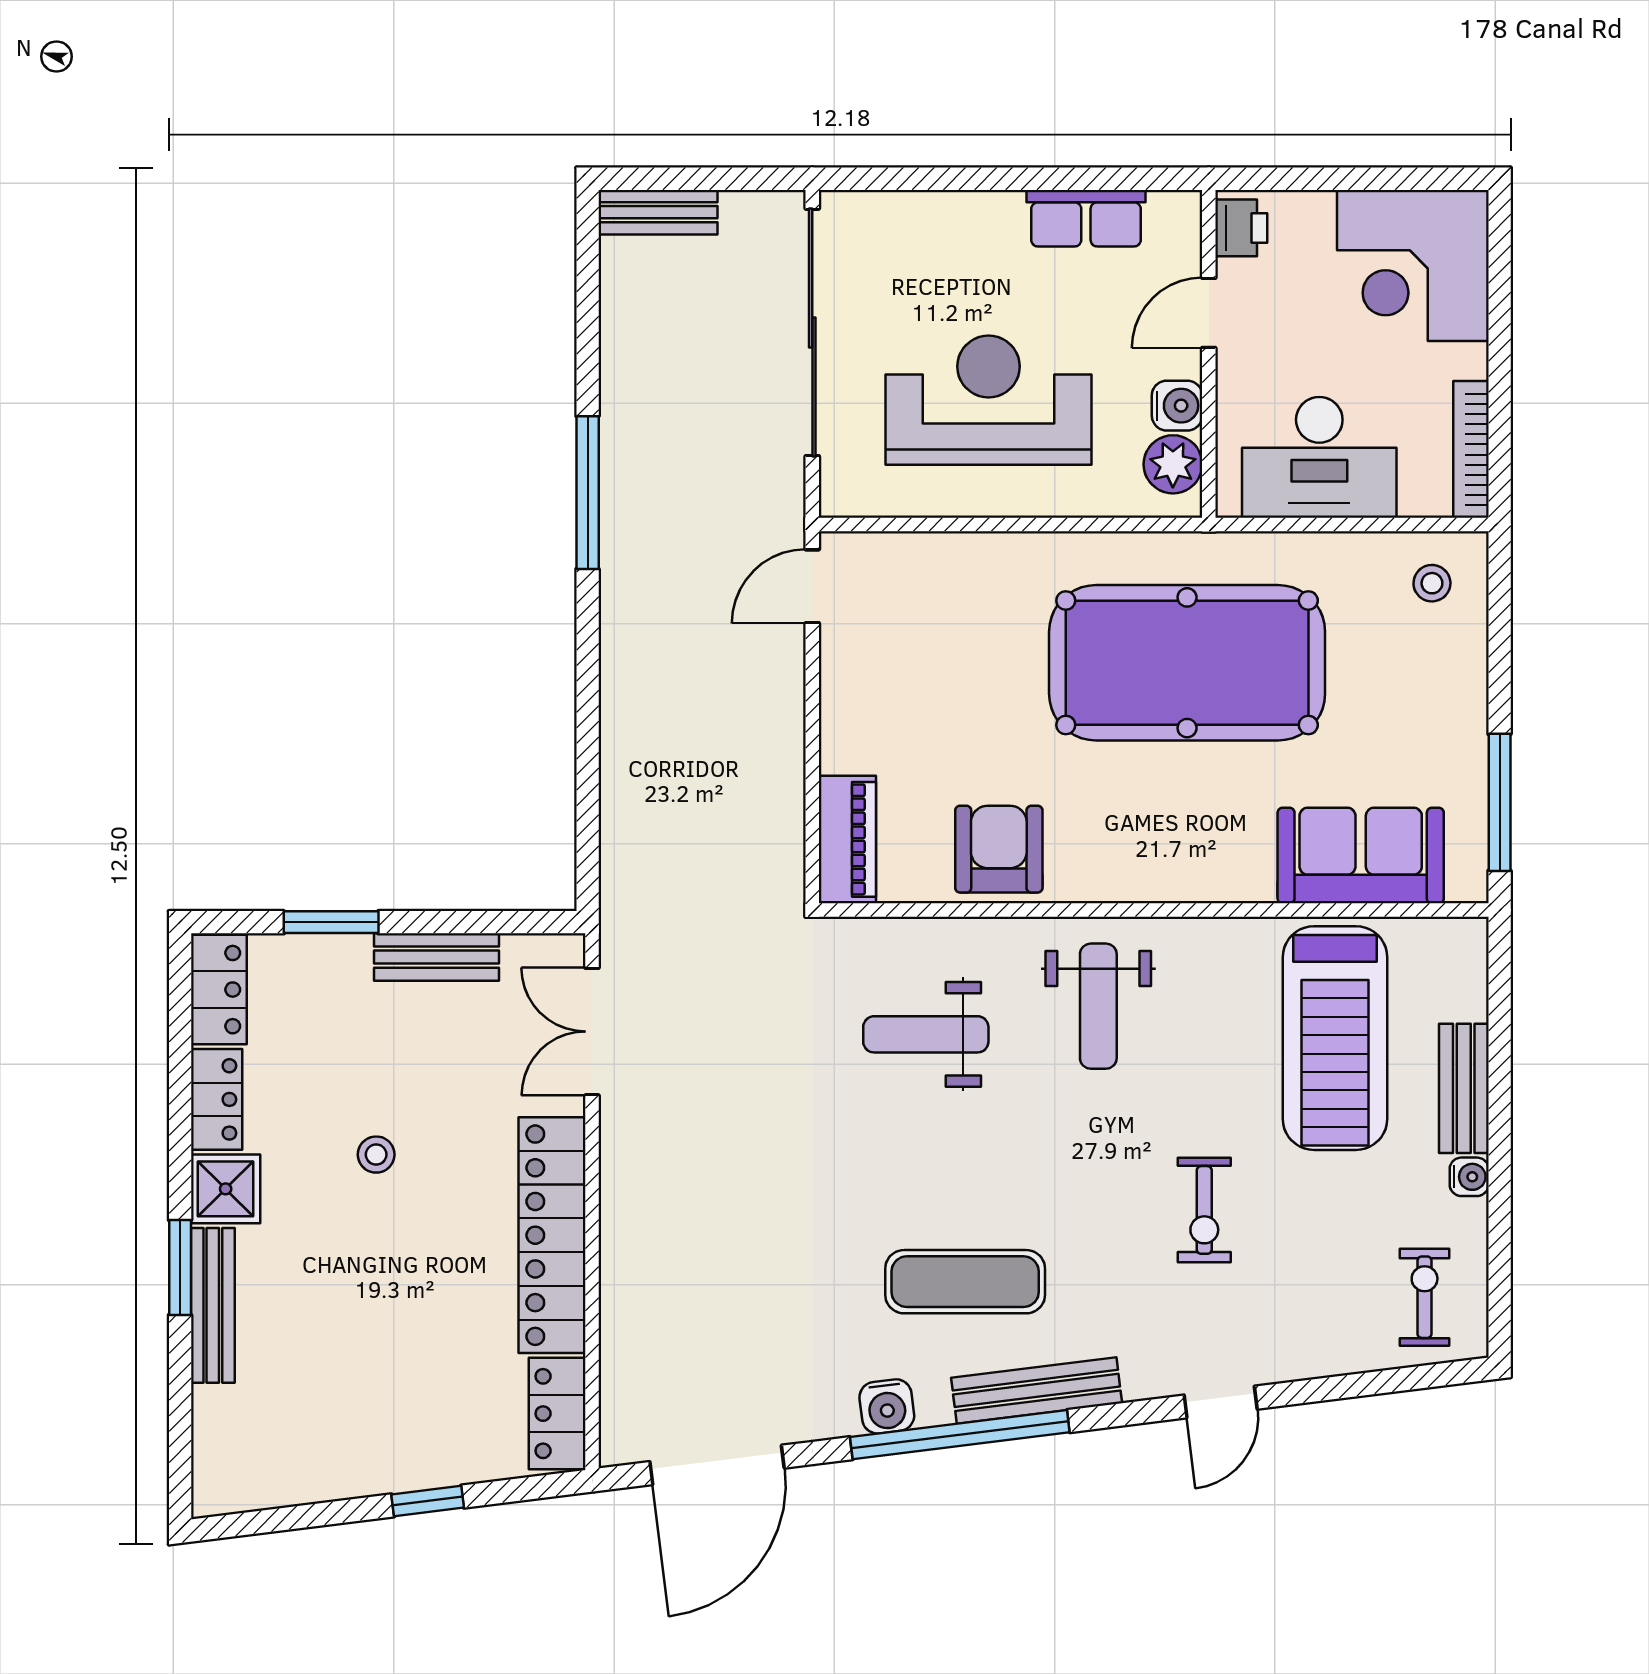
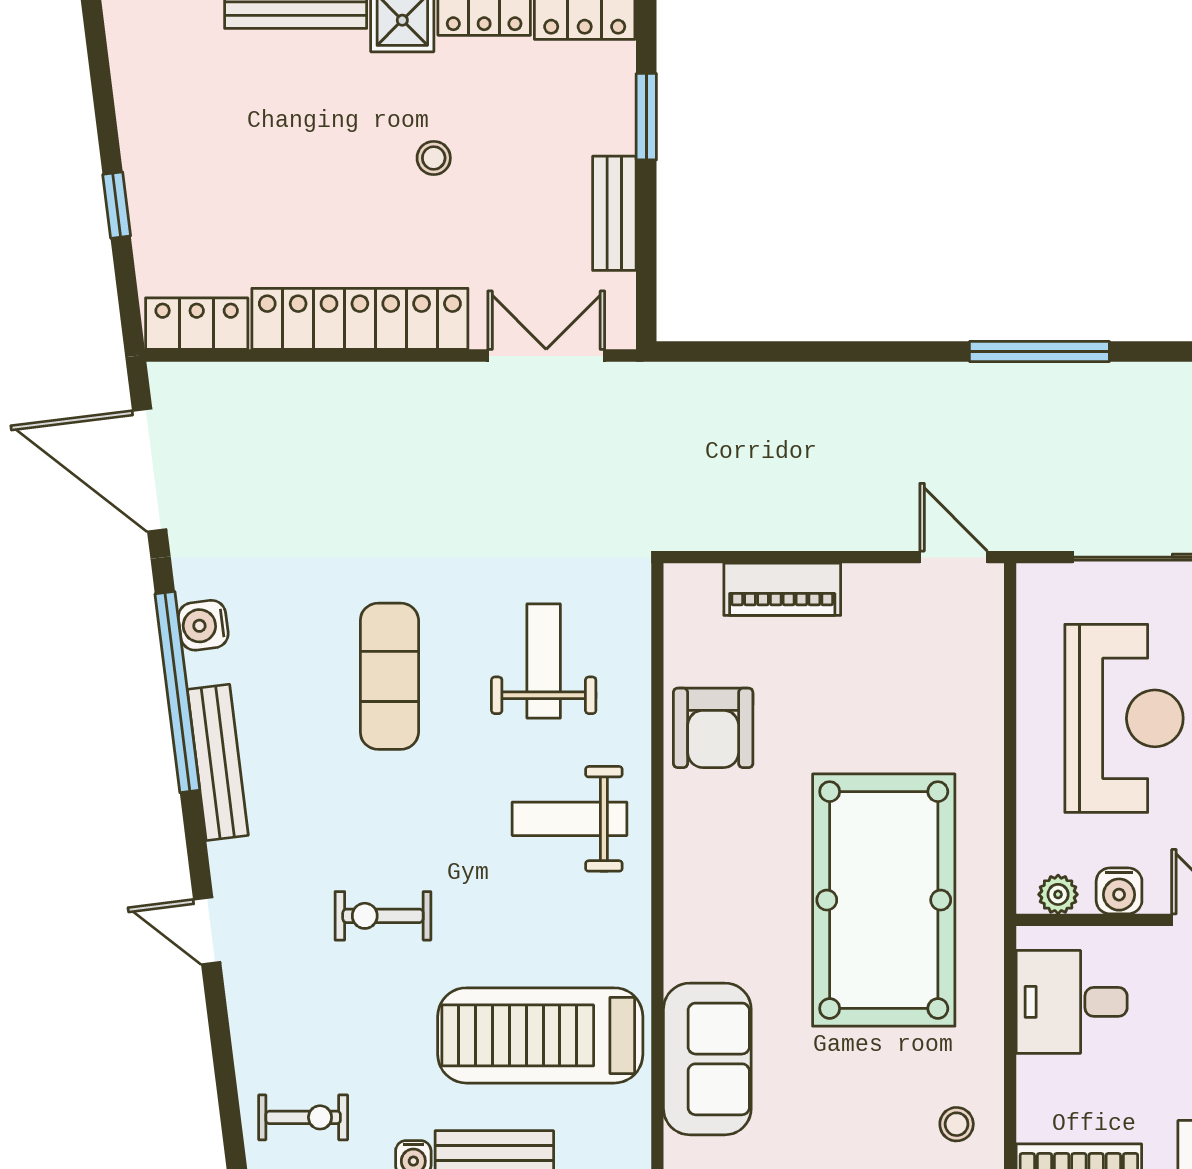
desk: (1319, 457) -> (1072, 1002), width x0.73
plant: (1173, 464) -> (1058, 894), width x0.73, depth x0.73
piano: (847, 839) -> (782, 589), moved
armchair: (999, 849) -> (713, 728), turned 90
exercise mat: (965, 1282) -> (389, 676), moved

